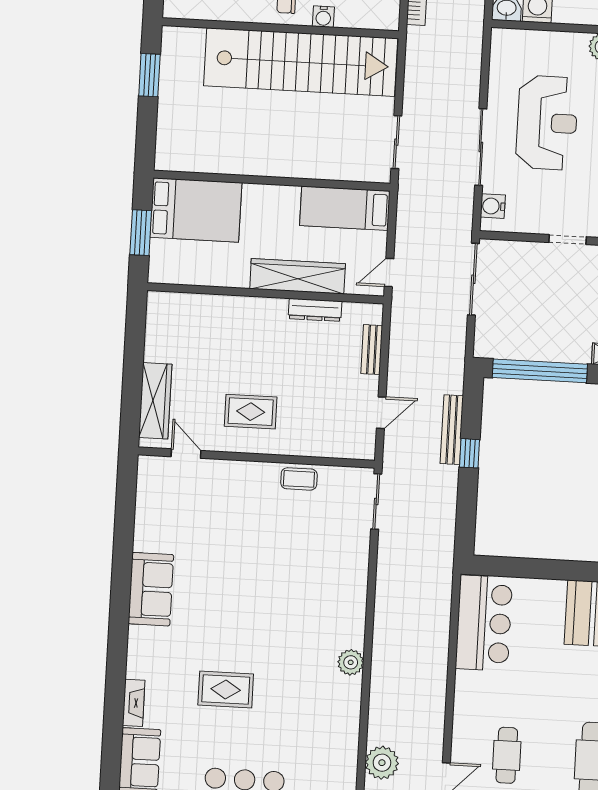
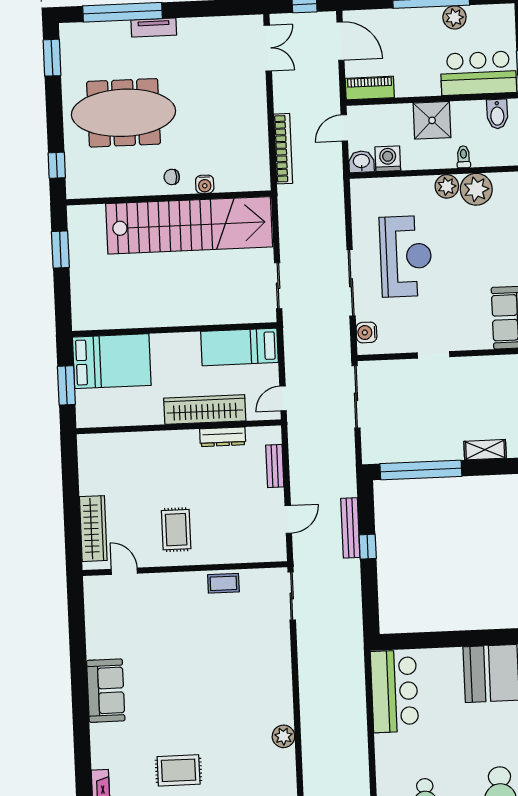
rug: (251, 412) -> (176, 530), turned 90

